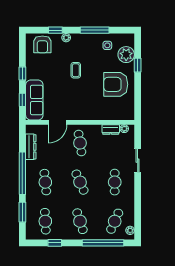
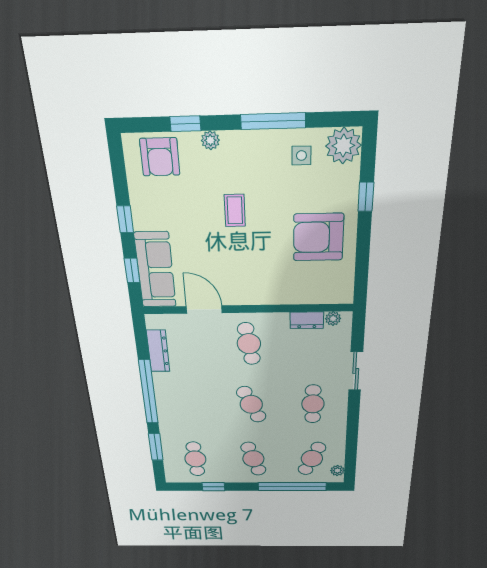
plant: (126, 55) -> (343, 146), moved
door: (57, 122) -> (204, 310), swing flipped
cafe table: (45, 182) -> (190, 405), removed

